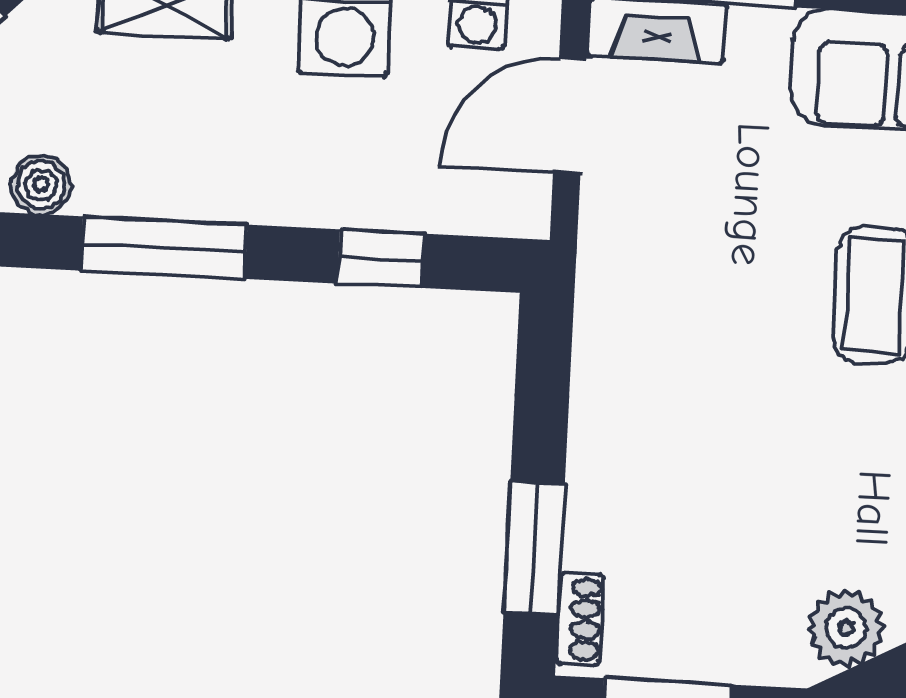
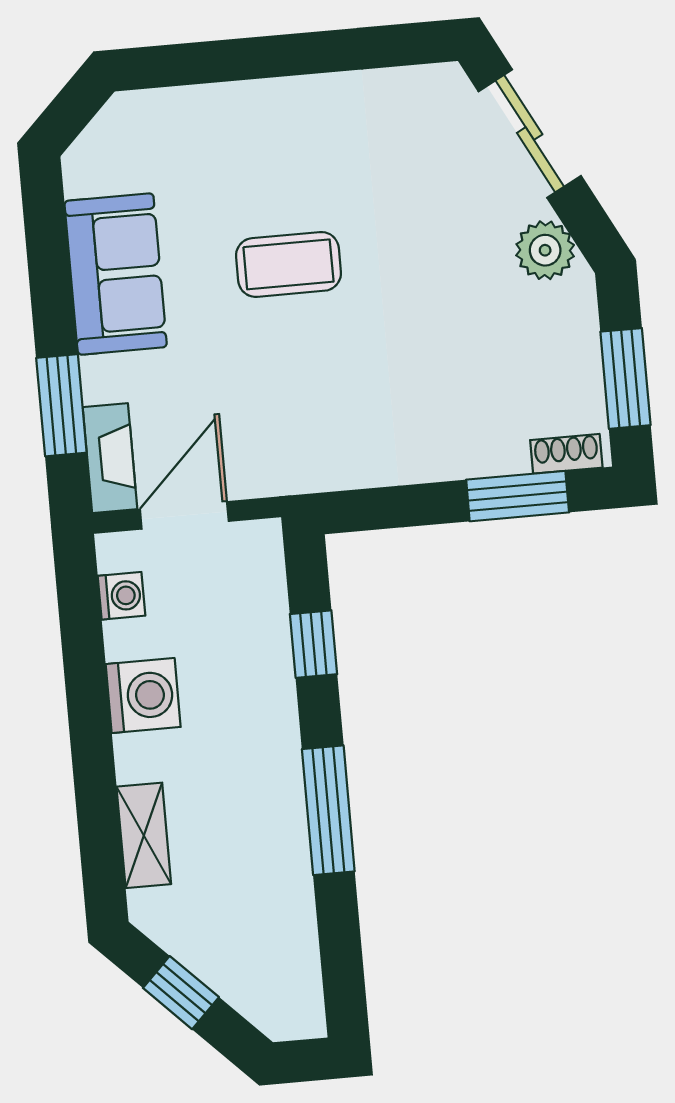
door: (570, 116) -> (184, 515), swing flipped
boiler: (41, 185) -> (293, 910), removed

